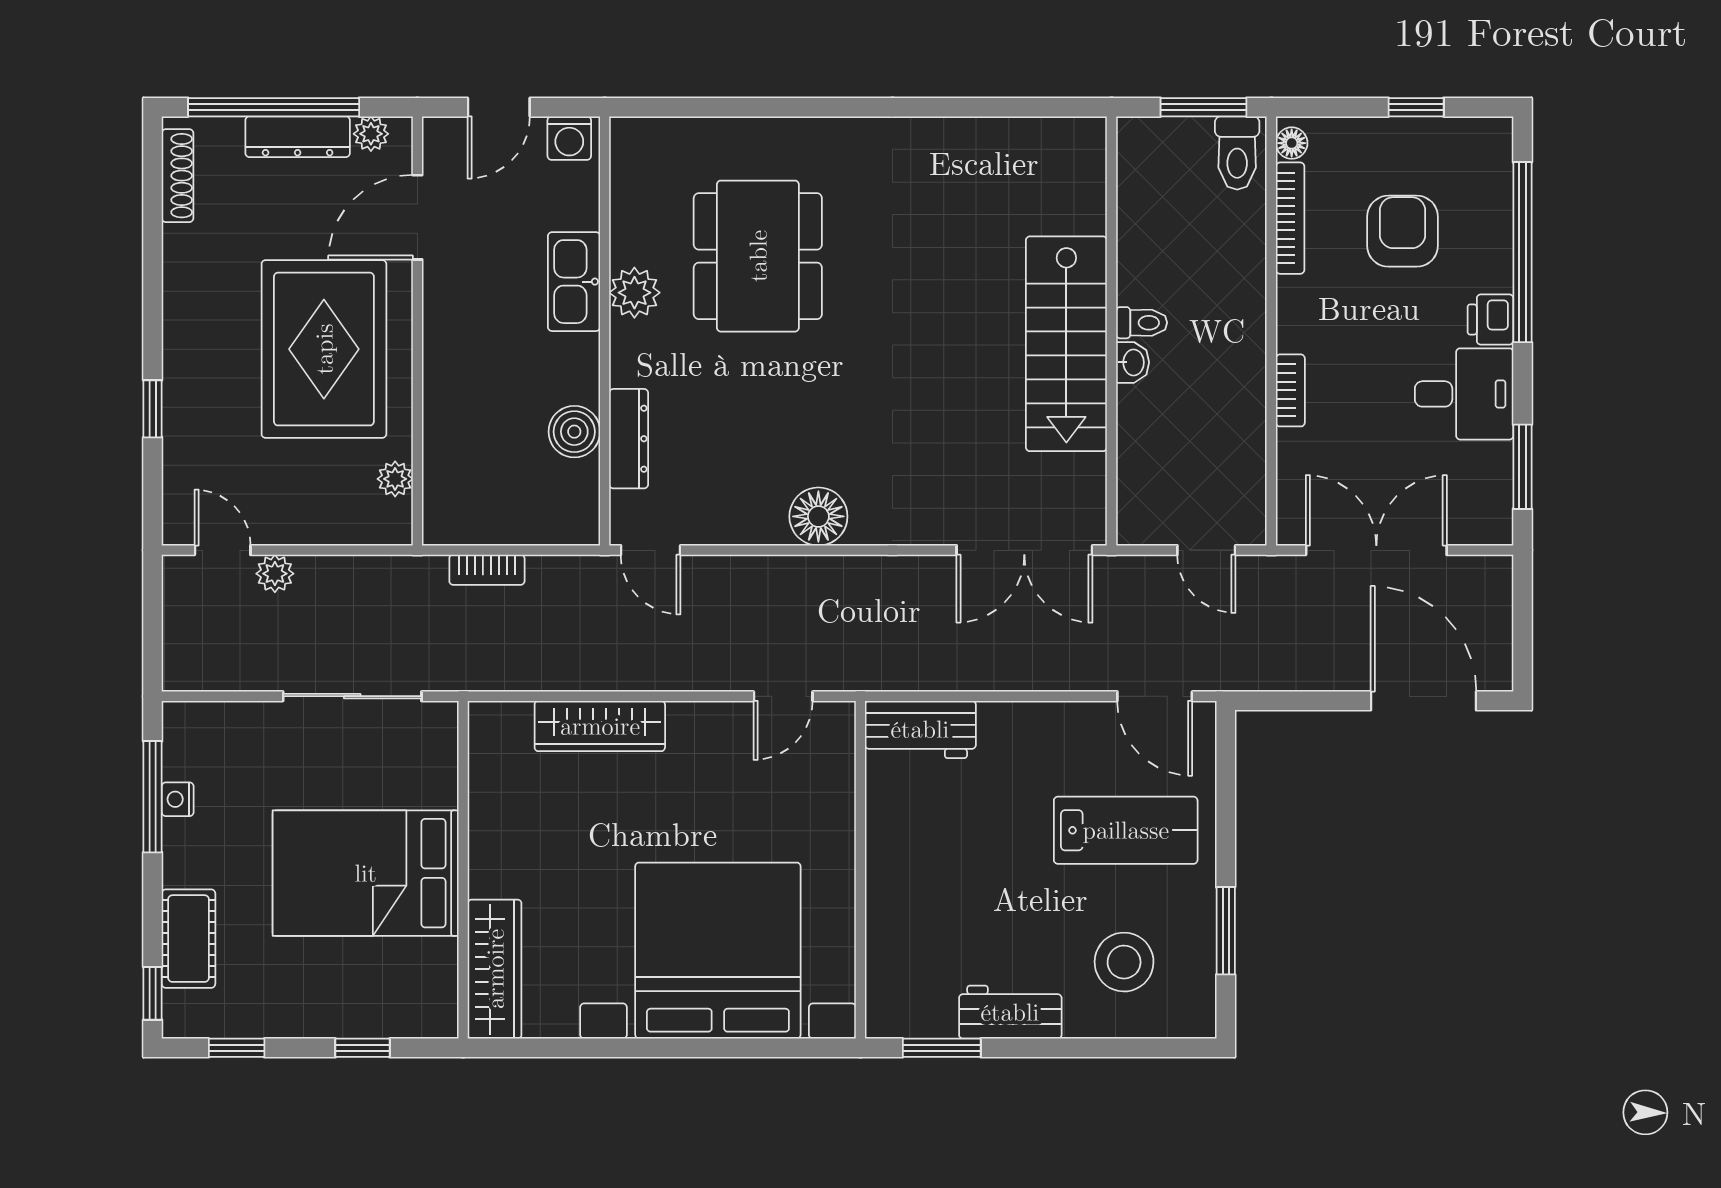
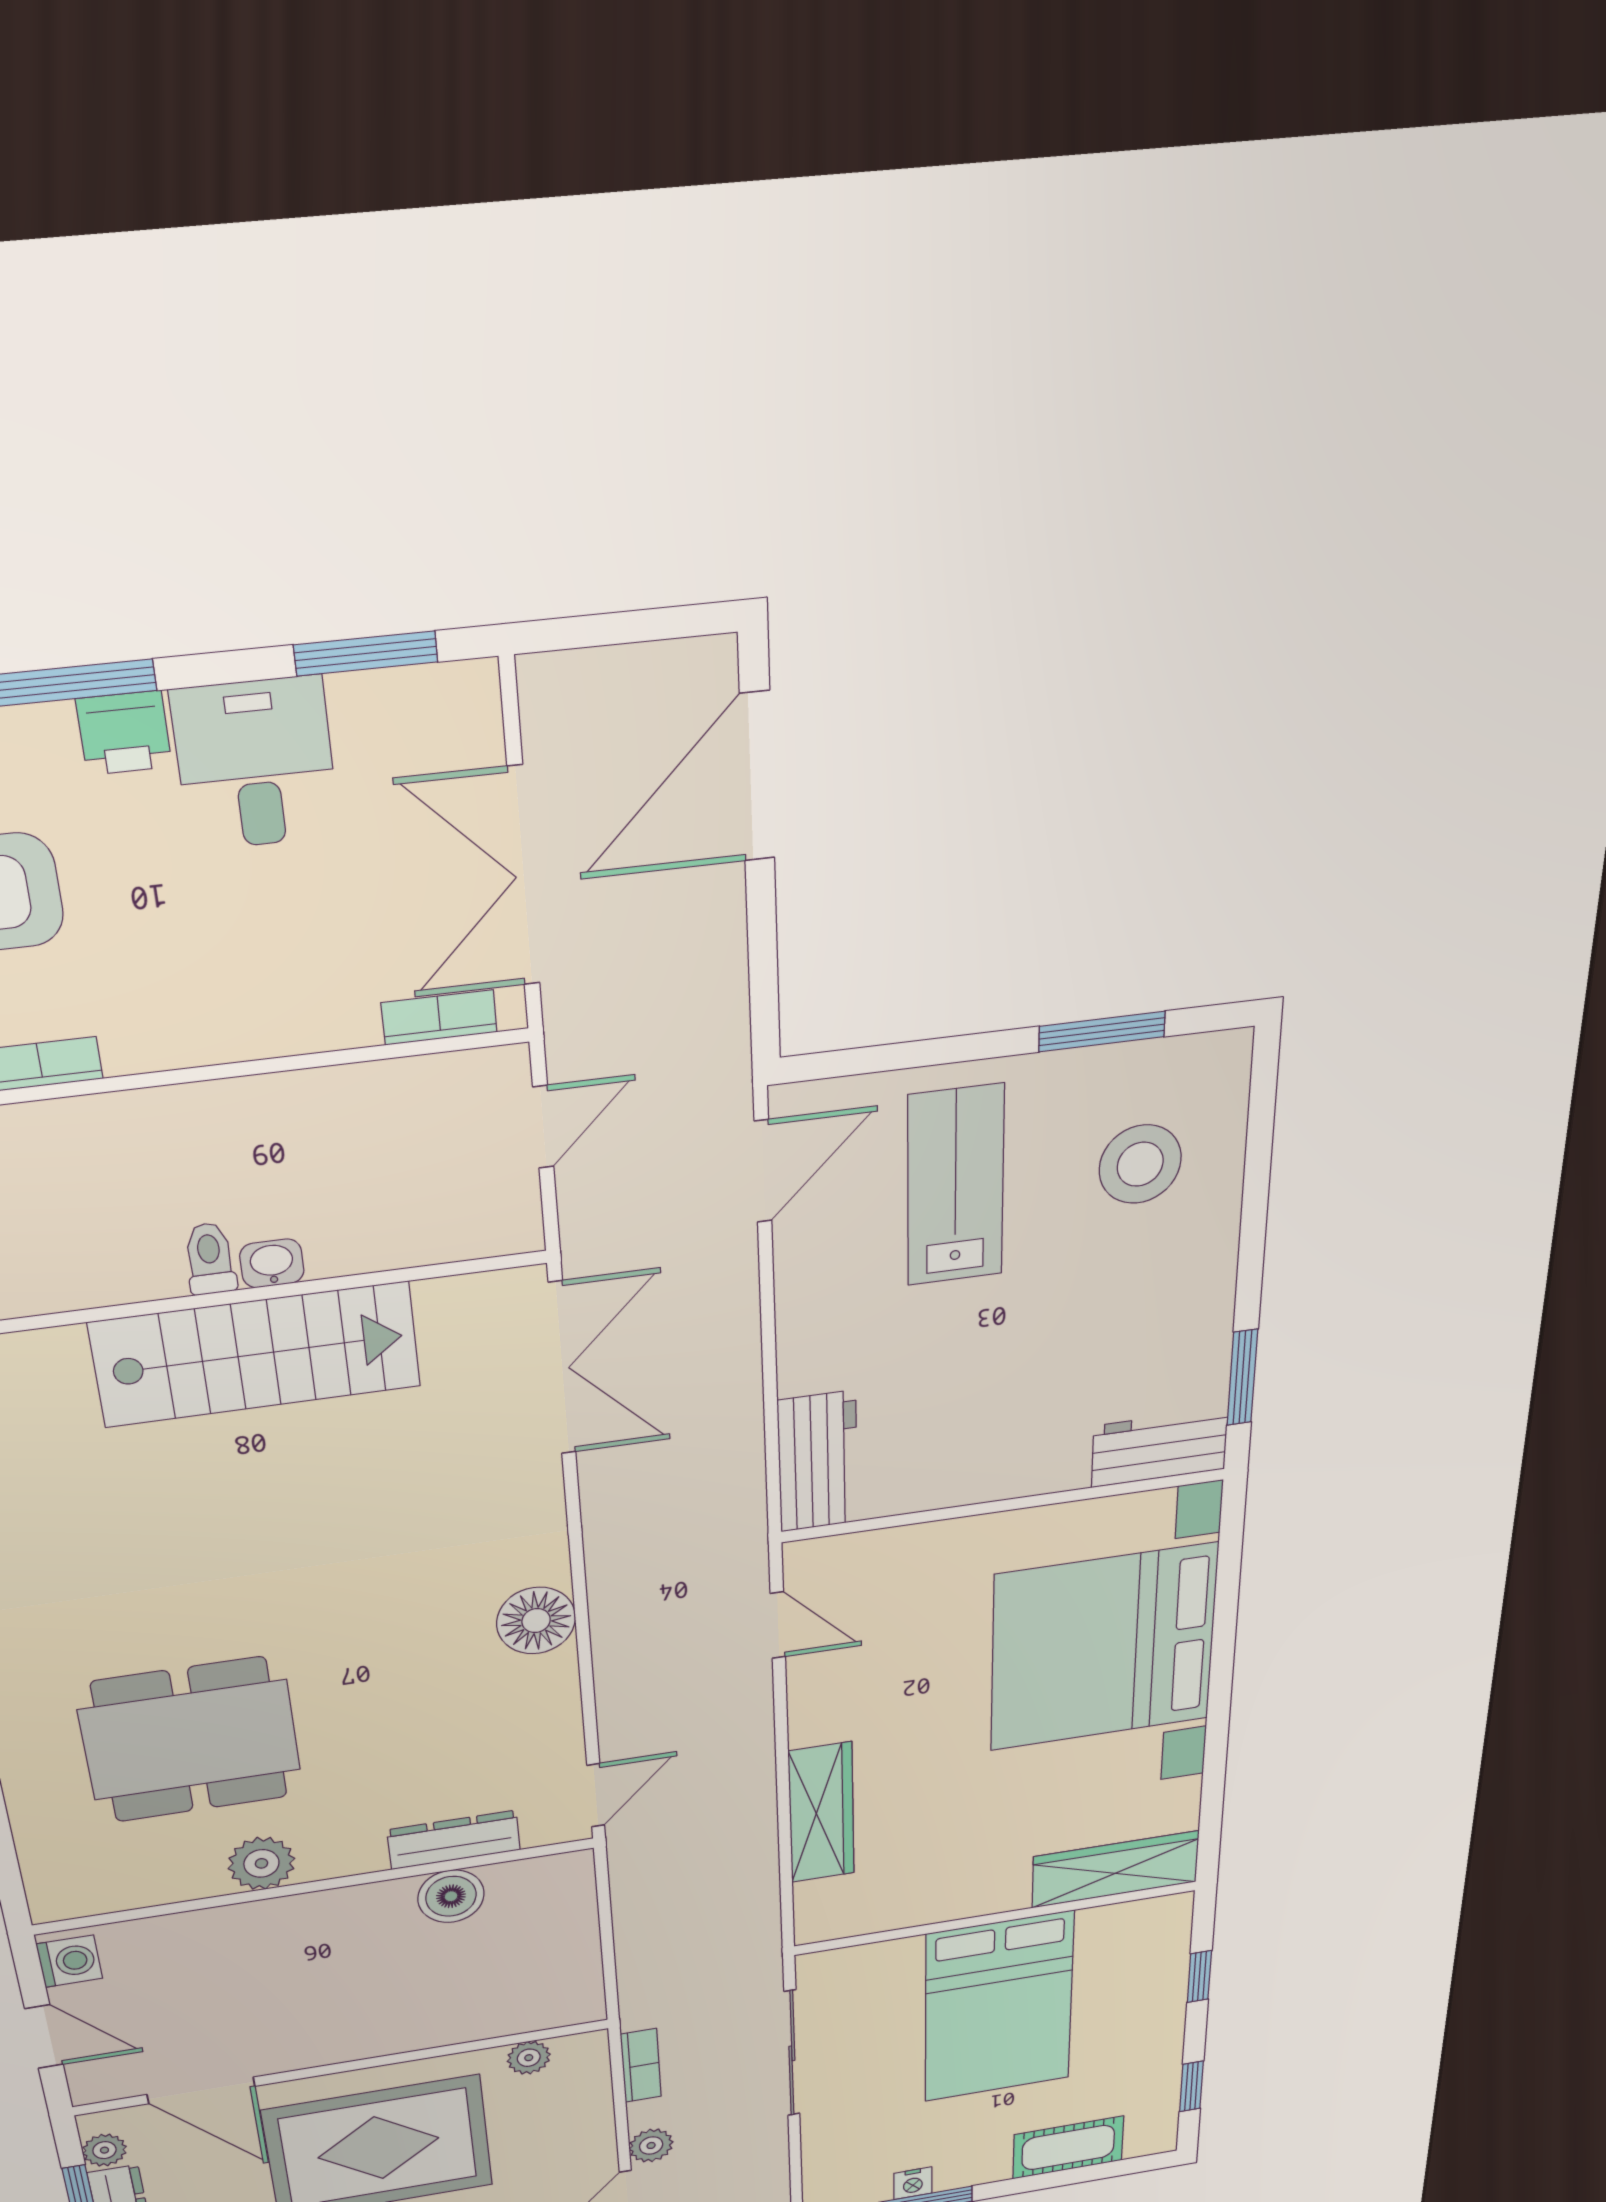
kitchen sink: (574, 282) -> (257, 1927), removed
bookcase: (1290, 390) -> (439, 1017), moved
bookcase: (487, 570) -> (641, 2065), moved
window: (153, 993) -> (1127, 2167), removed
workbench: (1010, 1012) -> (1160, 1448), moved, turned 90

